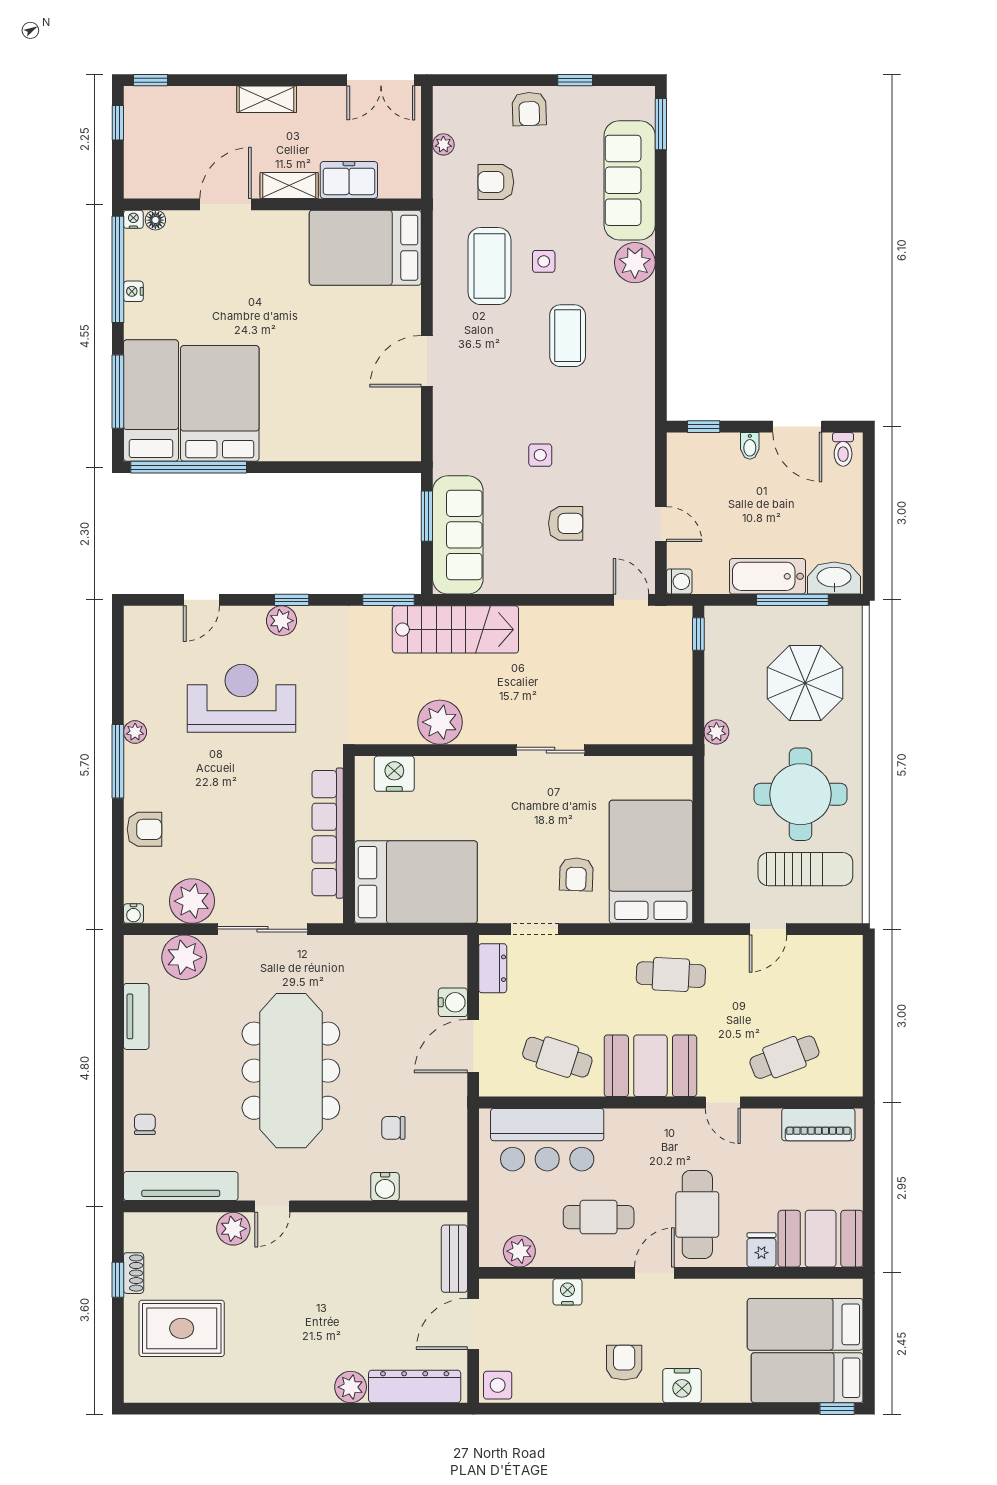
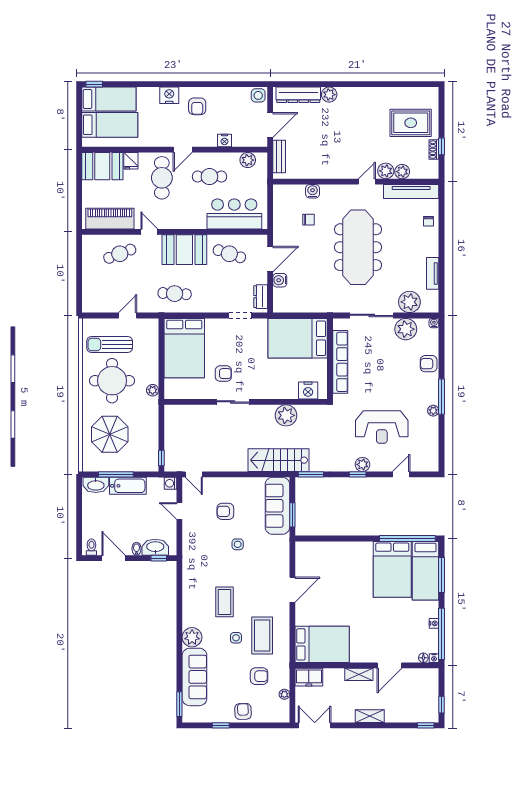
freezer: (349, 180) -> (309, 677), moved
washbasin: (711, 449) -> (155, 547), added
plant: (716, 732) -> (153, 390), moved
armchair: (576, 874) -> (223, 374), moved, turned 88
piano: (818, 1125) -> (110, 219), width x1.37, depth x1.33
plant: (199, 1227) -> (402, 172), added

